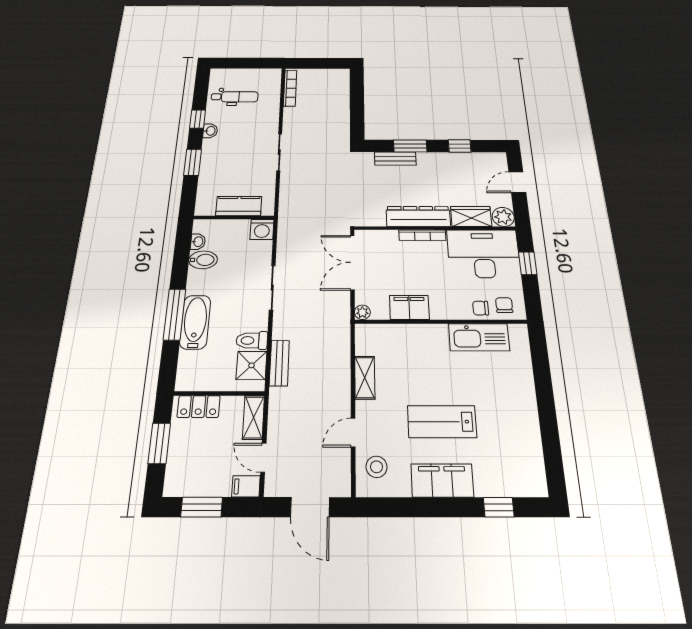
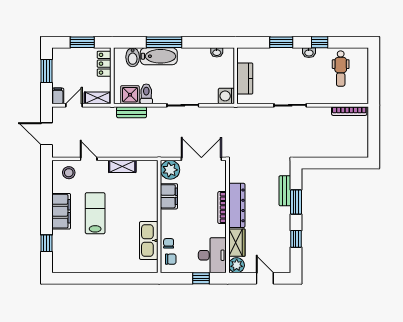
desk: (484, 254) -> (212, 255), width x0.73, depth x0.77
bidet: (203, 260) -> (133, 57), moved
plant: (362, 312) -> (170, 170), width x1.87, depth x1.87
door: (310, 507) -> (46, 134), hinge flipped

